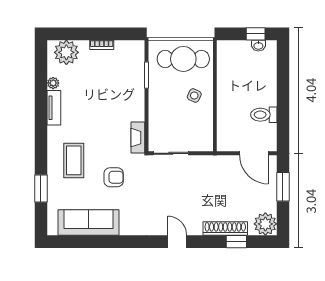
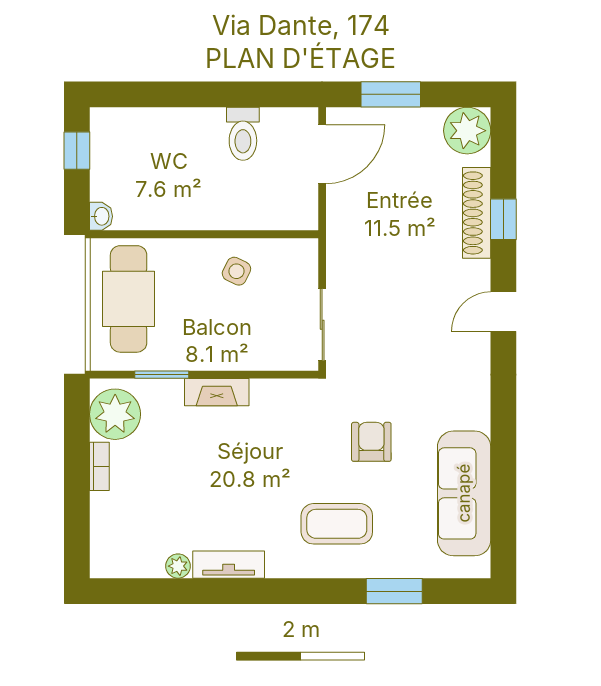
washbasin: (258, 46) -> (101, 216), moved
plant: (66, 52) -> (115, 414), moved
side table: (194, 96) -> (236, 271), moved
fireplace: (138, 138) -> (217, 392), moved
window: (236, 242) -> (503, 219), moved

